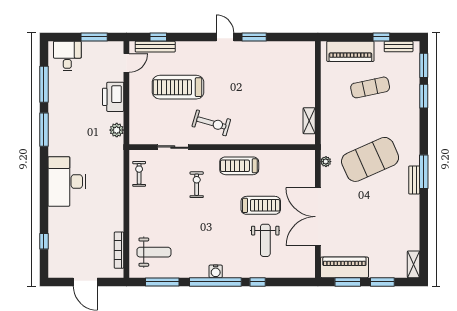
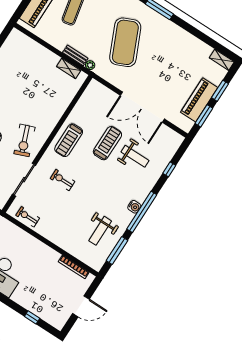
exercise bike: (211, 123) -> (25, 140), turned 143
sliding door: (173, 147) -> (24, 180), width x1.37
plant: (326, 162) -> (90, 65), moved
bench: (414, 180) -> (75, 55), moved
weight bench: (154, 252) -> (100, 231), moved, turned 180
piano: (344, 267) -> (199, 100), moved
window: (258, 282) -> (169, 169), moved

